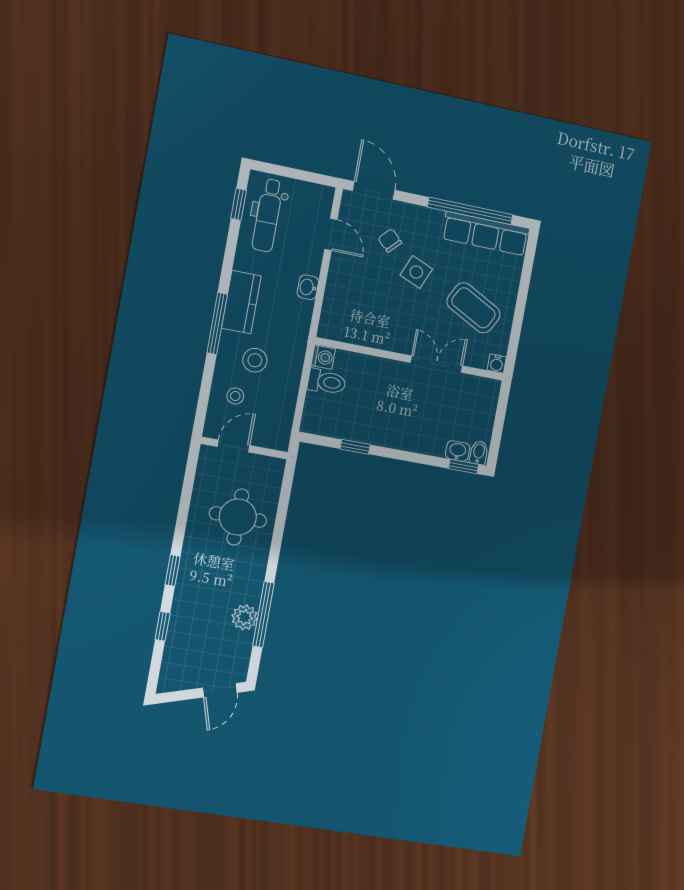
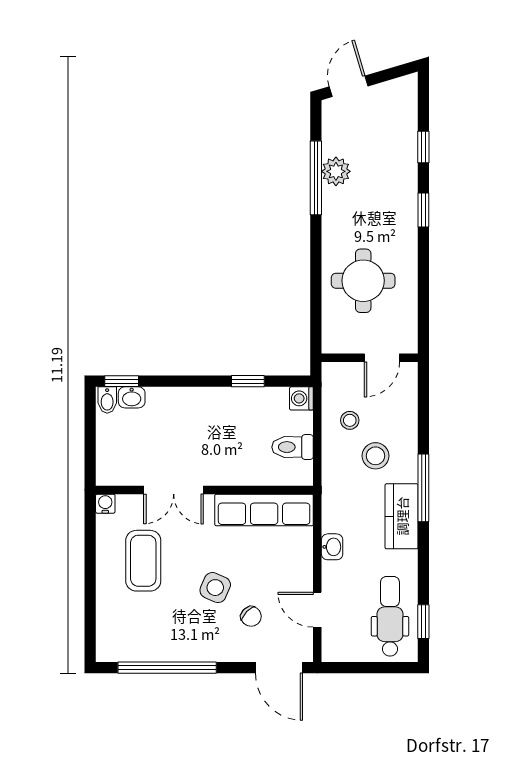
row of seats: (486, 234) -> (264, 510), moved, turned 180
coffee table: (474, 308) -> (143, 561), turned 62
washing machine: (323, 357) -> (301, 398), moved
stool: (235, 396) -> (350, 420), moved

